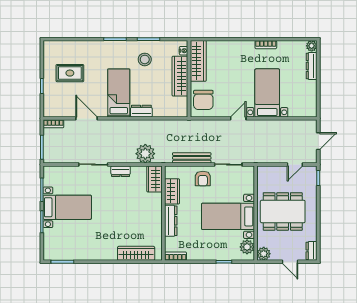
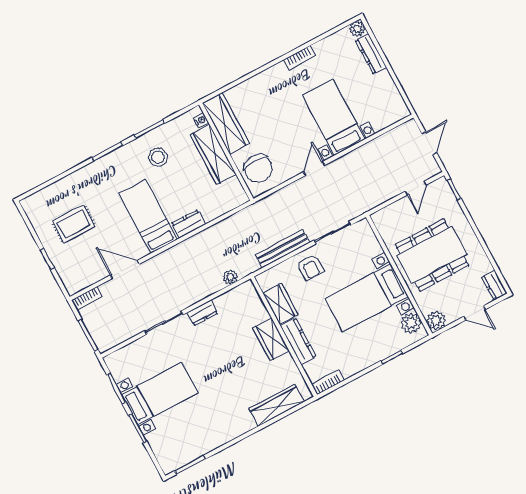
plant: (145, 154) -> (230, 277), width x0.53, depth x0.53
wardrobe: (154, 179) -> (271, 339), moved

